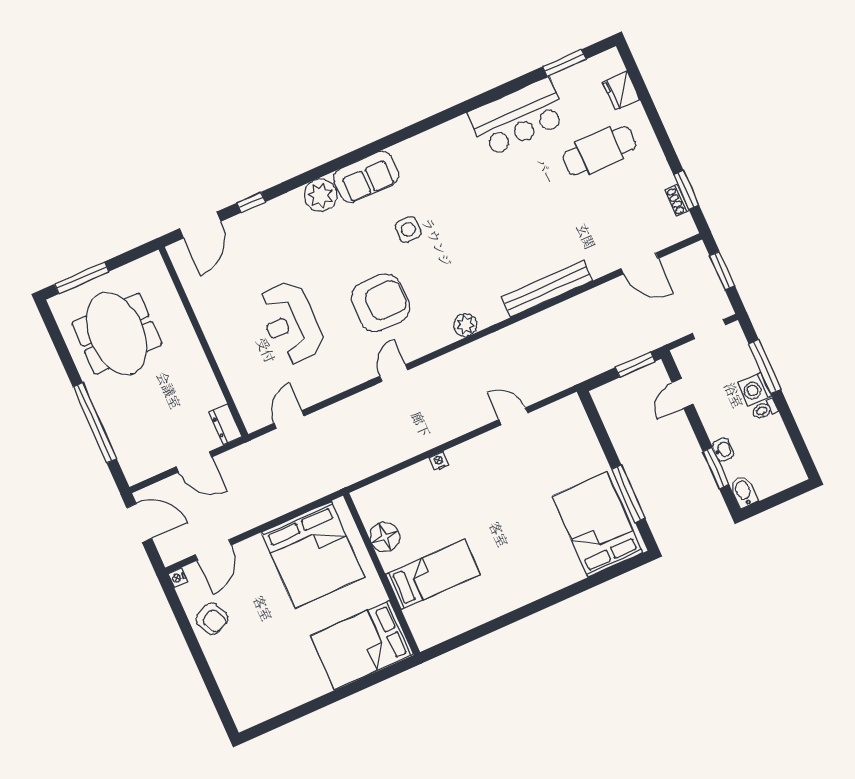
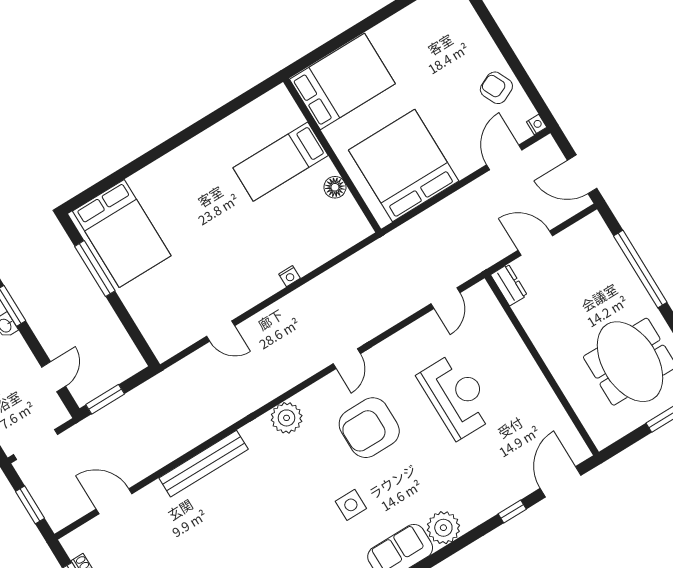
plant: (465, 325) -> (287, 418), width x1.36, depth x1.36
doorway: (709, 329) -> (36, 444), width x1.38
floor lamp: (385, 537) -> (335, 187), width x0.73, depth x0.73

